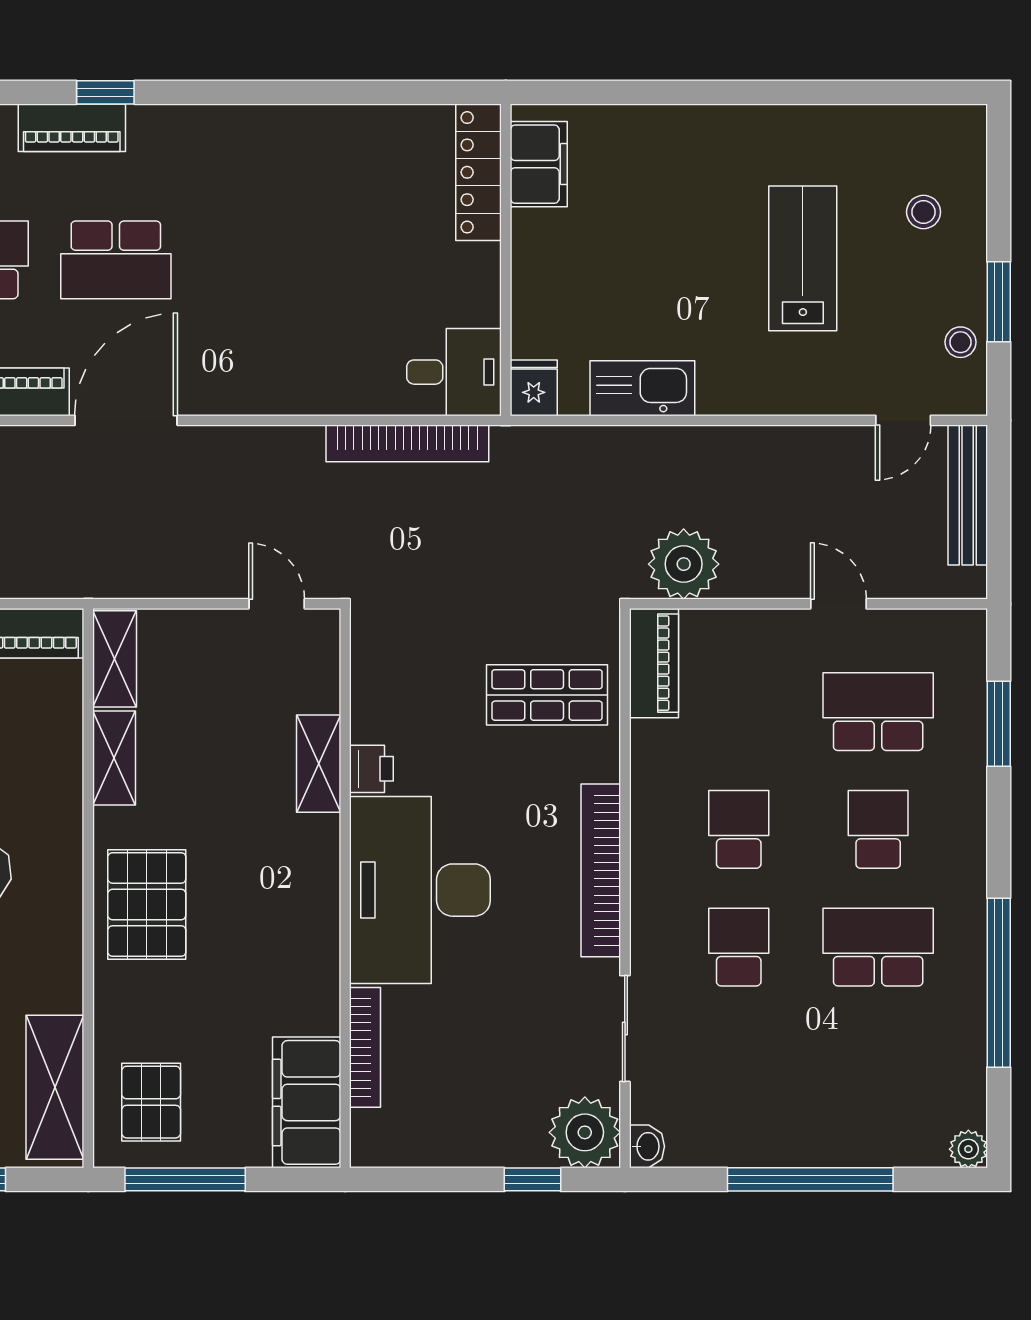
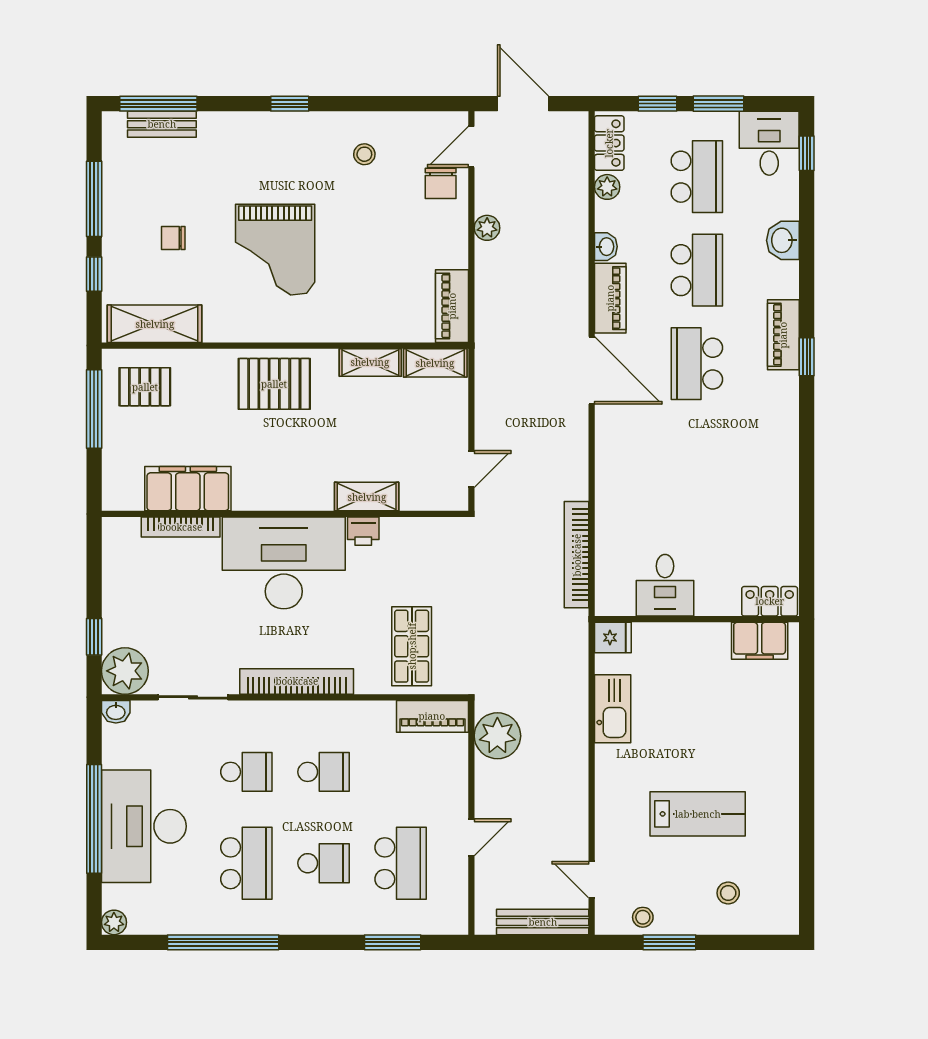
locker: (478, 172) -> (770, 601), width x0.66
desk: (454, 372) -> (665, 585), moved
filing cabinet: (307, 1102) -> (188, 489), moved
desk: (822, 1103) -> (144, 826), added

